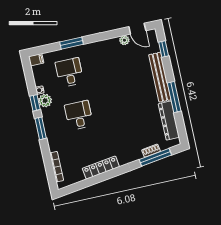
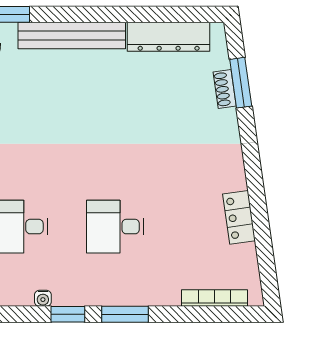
window: (174, 97) -> (121, 14), removed
plant: (45, 101) -> (68, 292), removed
window: (155, 157) -> (241, 83), width x0.69
locker: (101, 168) -> (239, 217), width x0.66

